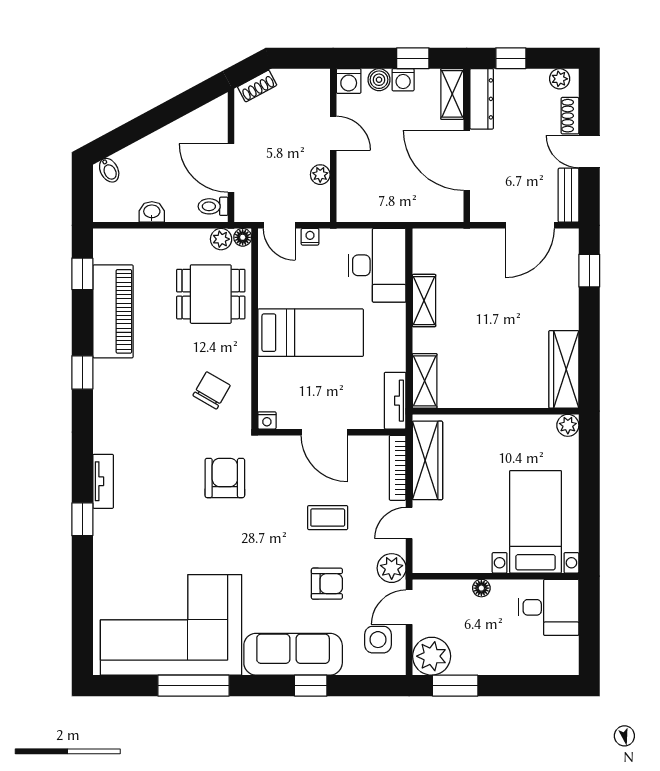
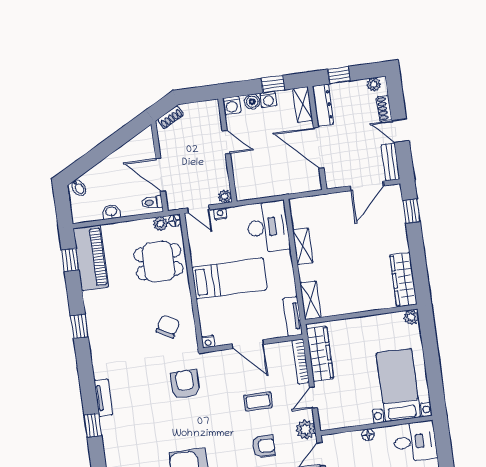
plant: (320, 175) -> (225, 196), moved
piano: (113, 311) -> (91, 258), moved

